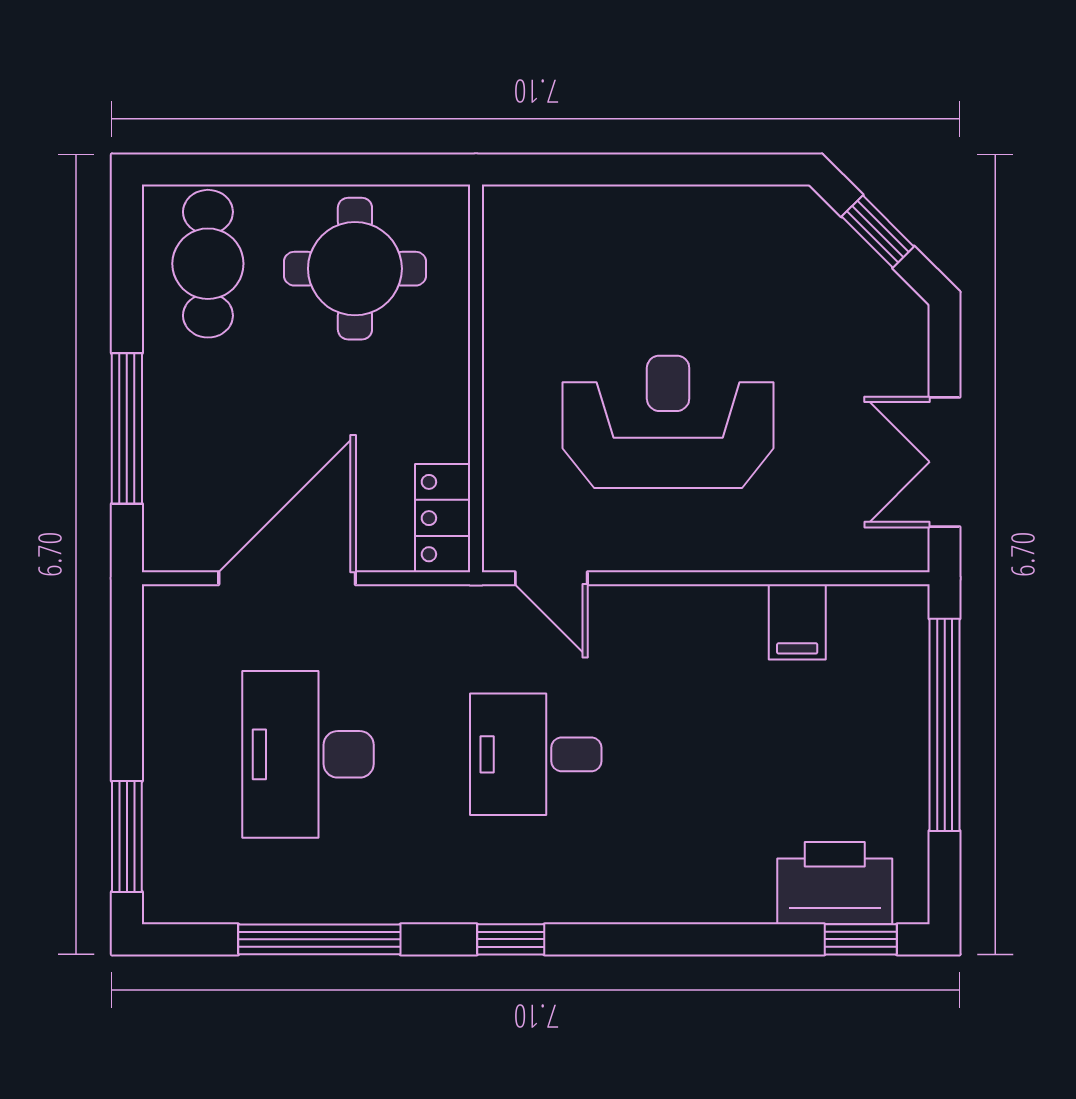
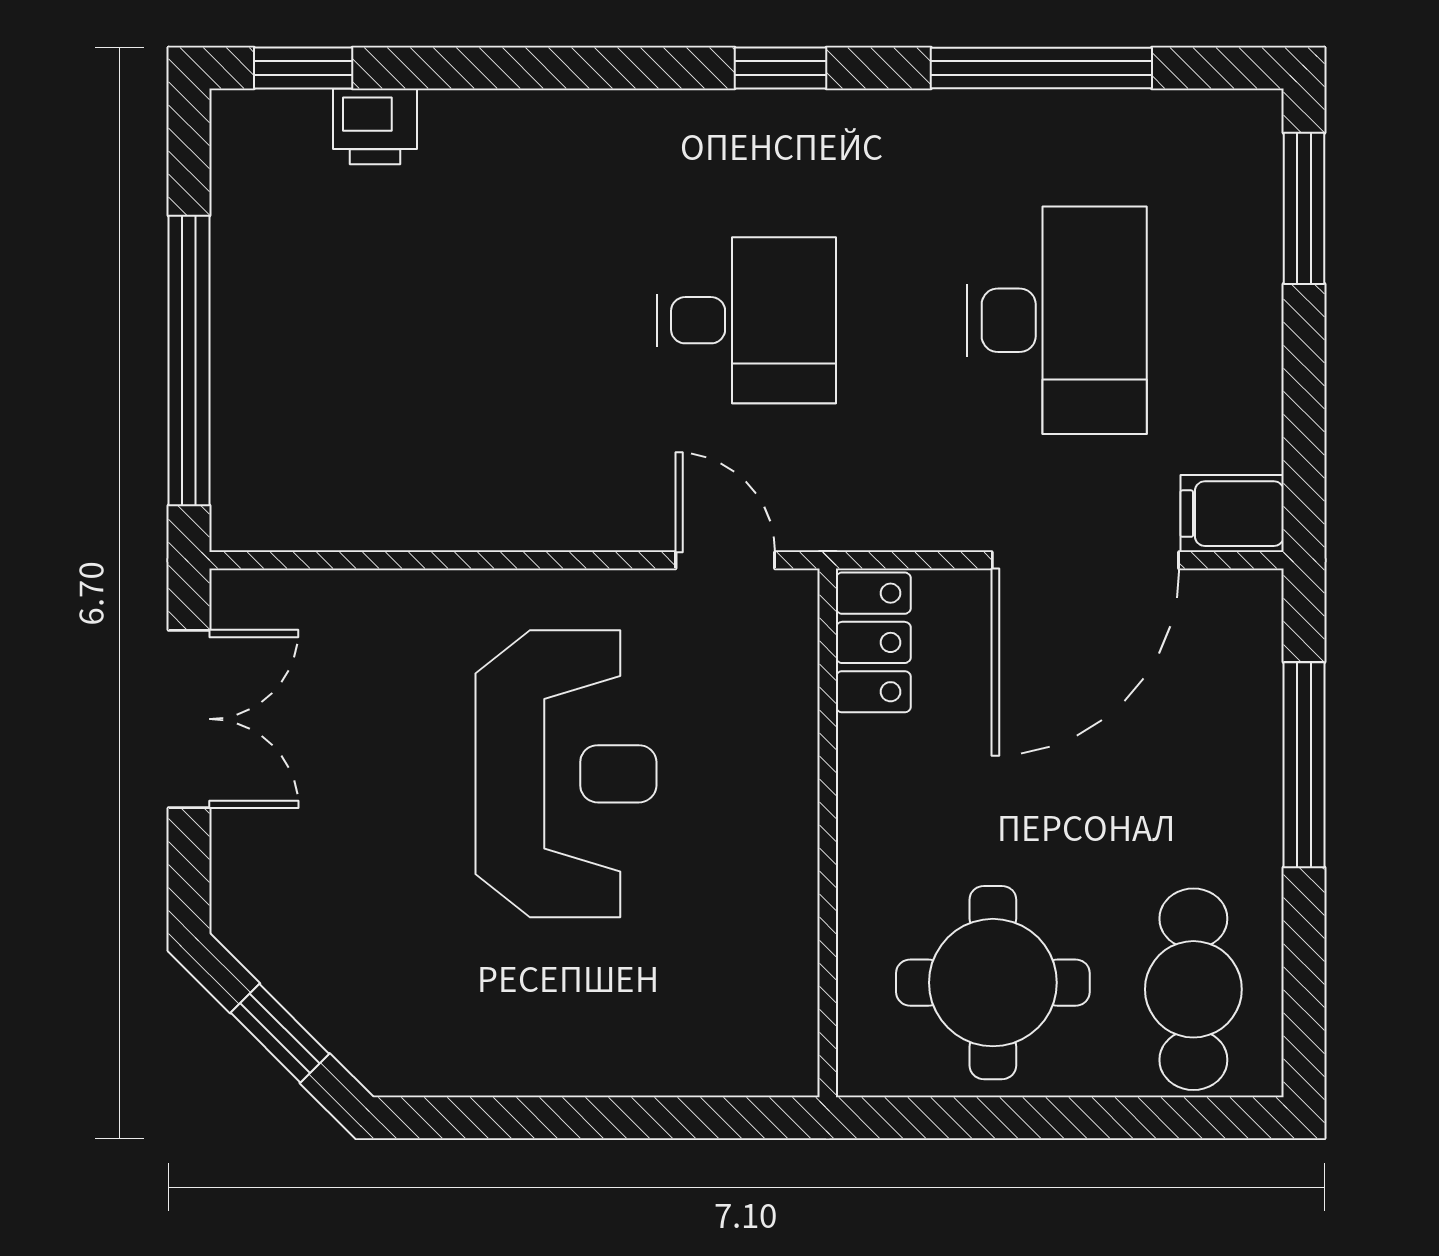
reception desk: (668, 422) -> (566, 774), turned -90
filing cabinet: (797, 622) -> (1232, 514), moved, turned -90
printer: (835, 883) -> (375, 126), width x0.53, depth x0.68

